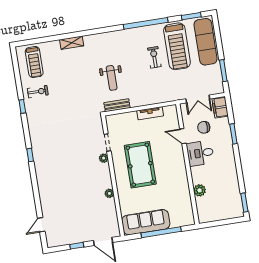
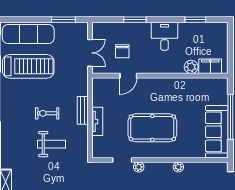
exercise bike: (154, 57) -> (47, 113), moved
bench: (117, 105) -> (83, 110), moved
filing cabinet: (220, 107) -> (210, 66), moved, turned 180
tv unit: (150, 113) -> (97, 121), moved
desk: (200, 153) -> (165, 36), moved, turned 180
window: (244, 202) -> (195, 20), moved

